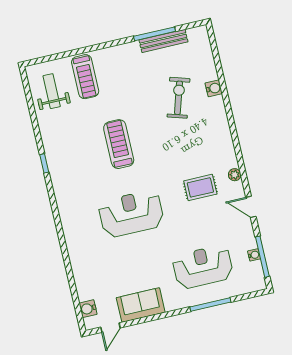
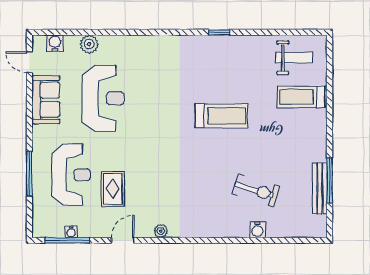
rug: (200, 187) -> (113, 189), moved
reception desk: (131, 214) -> (103, 98), moved
plant: (82, 278) -> (89, 44), added

